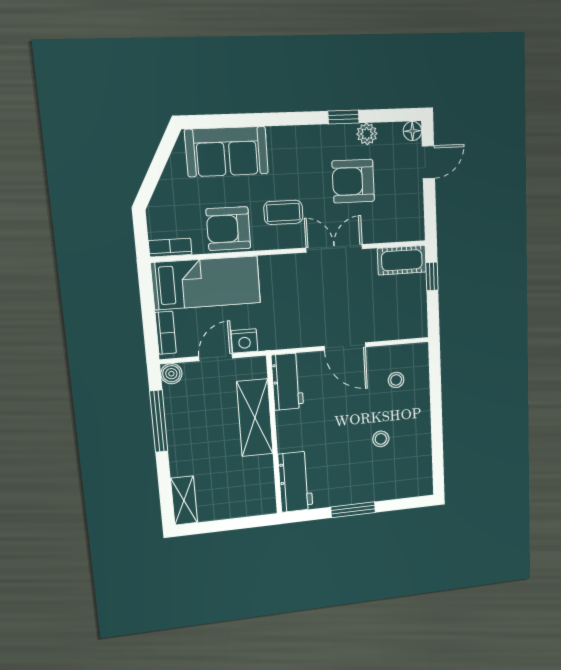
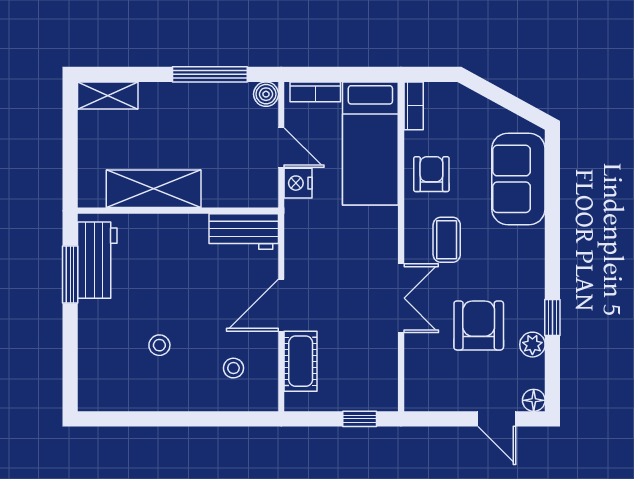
armchair: (228, 229) -> (431, 174), width x0.72, depth x0.72
cot: (402, 260) -> (301, 361), moved
shelving: (255, 418) -> (154, 189), moved
workbench: (295, 482) -> (97, 260), moved, turned -90
window: (353, 510) -> (70, 275), moved

